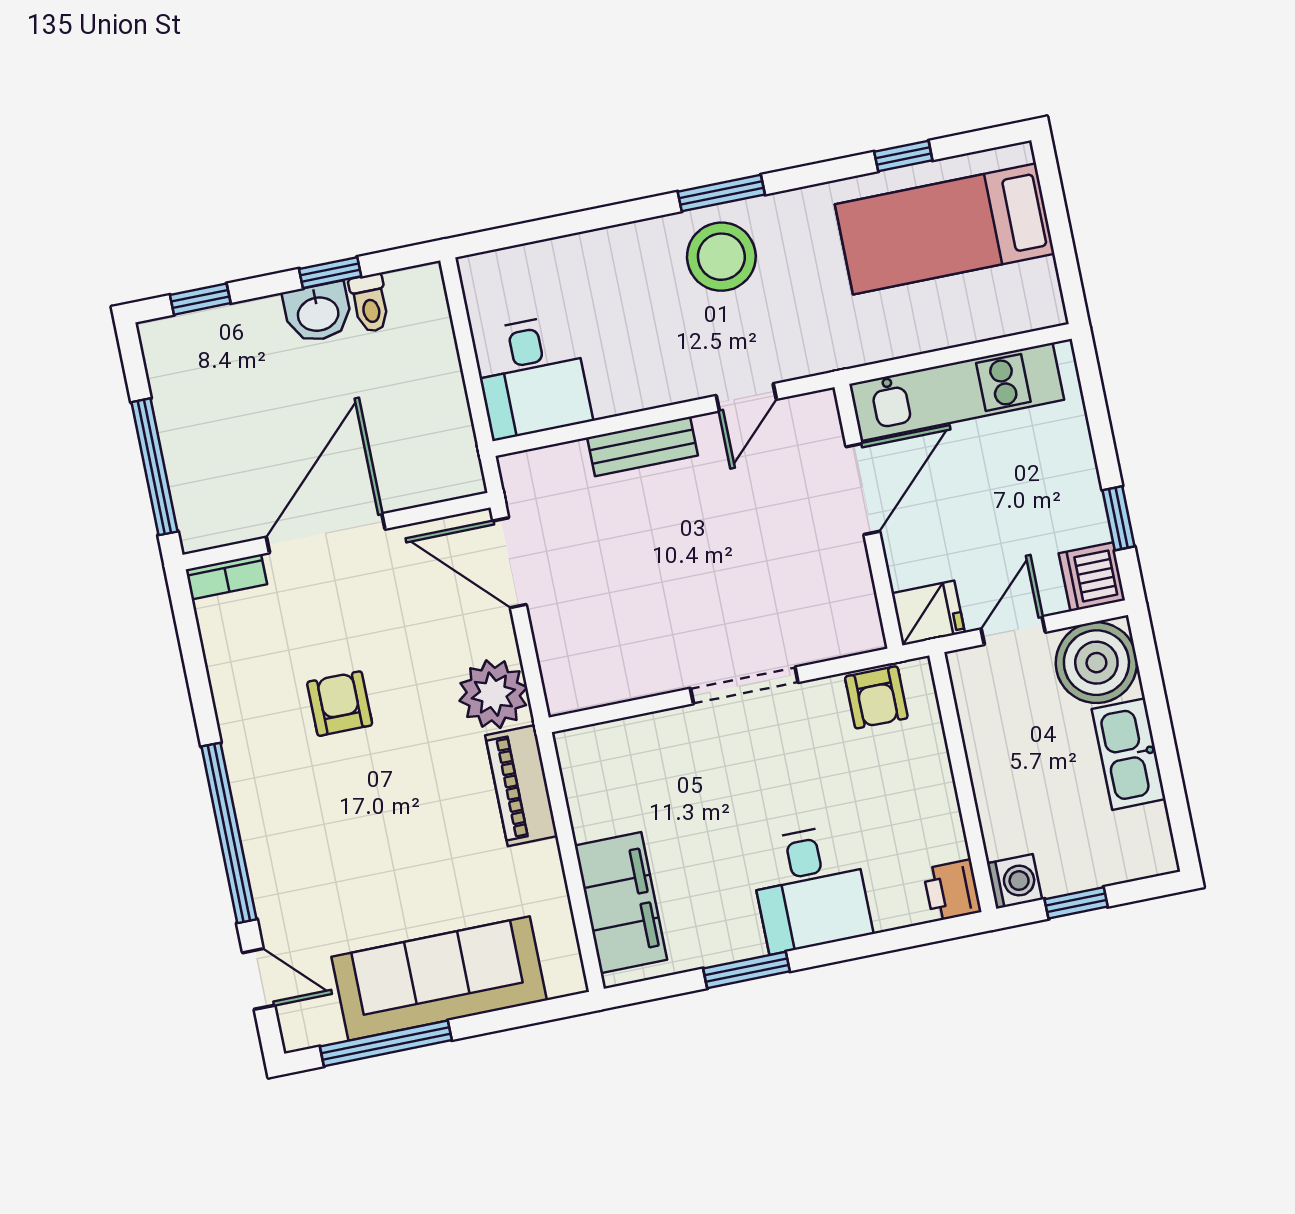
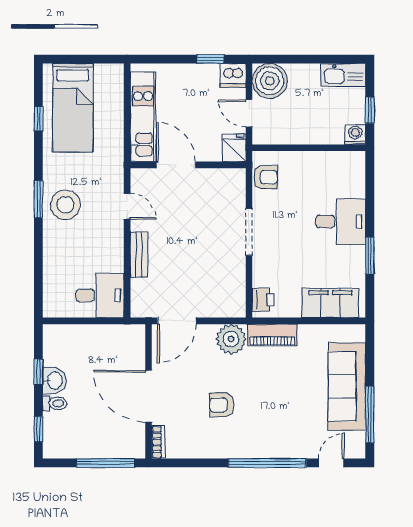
toilet: (370, 303) -> (55, 403), moved
kitchen sink: (1129, 754) -> (343, 75), moved
printer: (952, 890) -> (263, 300), moved, turned -90

